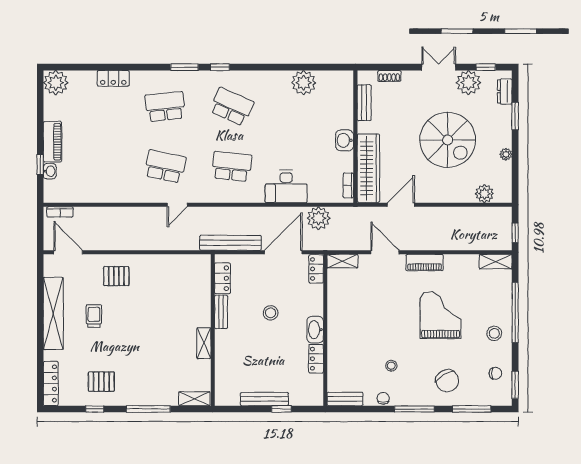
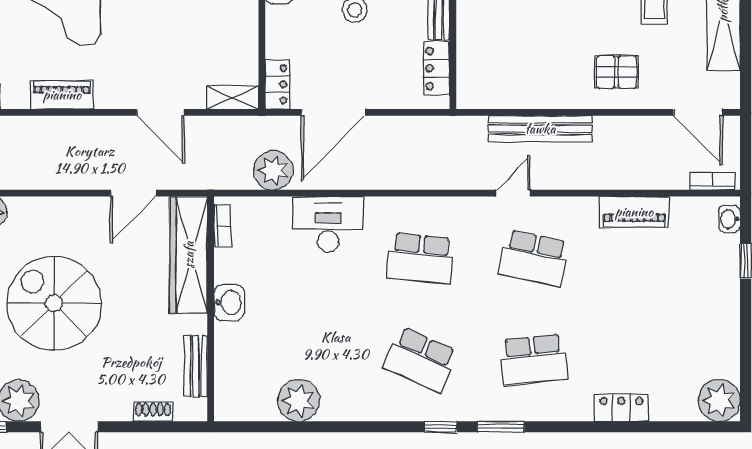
piano: (52, 142) -> (634, 212), moved, turned -90
washbasin: (50, 171) -> (729, 219), moved
bench: (230, 243) -> (540, 129), moved
piano: (425, 263) -> (62, 95), moved

